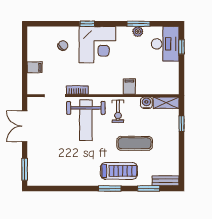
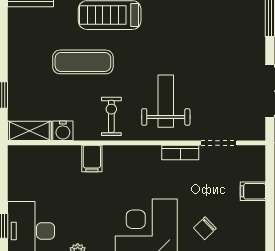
weight bench: (86, 120) -> (166, 101), width x0.73, depth x0.75

